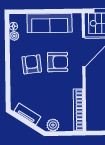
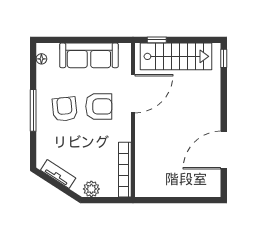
plant: (14, 36) -> (42, 71), removed
window: (8, 66) -> (33, 110), added

